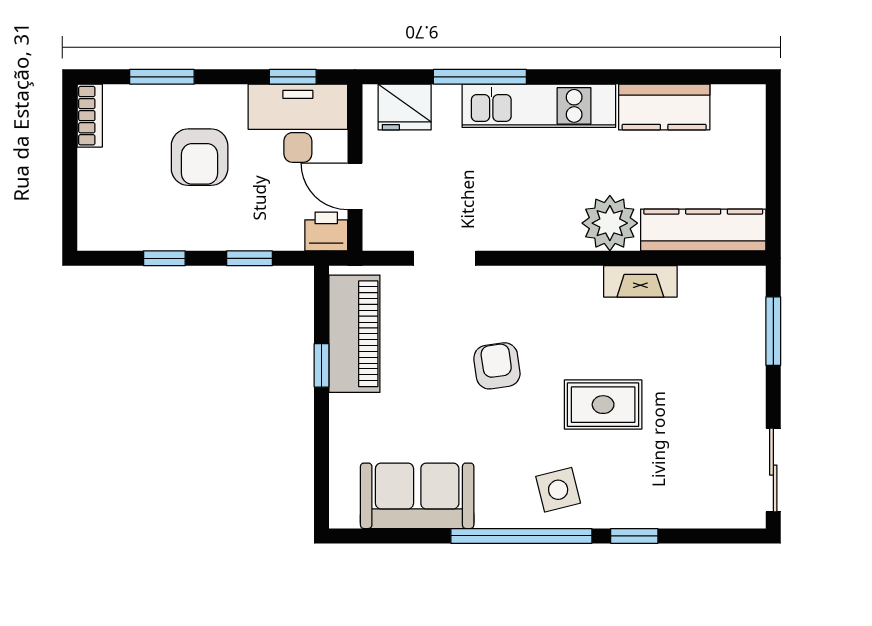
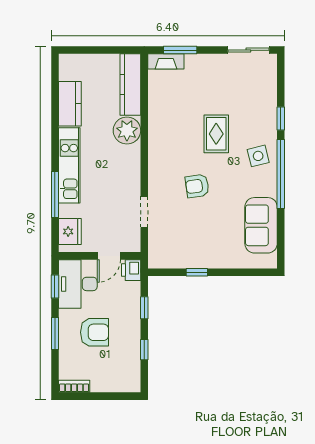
window: (162, 77) -> (55, 334), moved
fireplace: (640, 281) -> (166, 61), moved, turned 90
piano: (354, 334) -> (181, 256), removed

